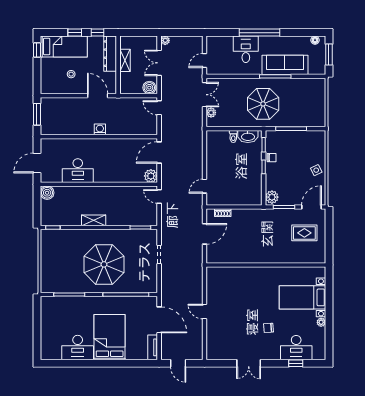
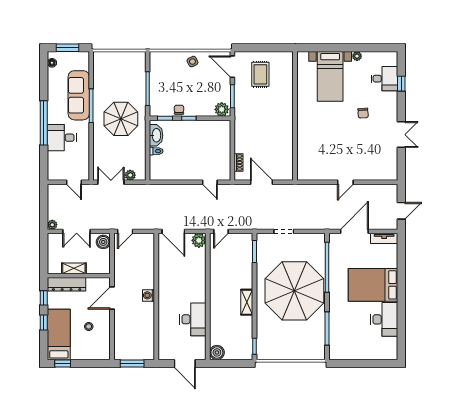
parasol: (104, 264) -> (294, 291), width x1.36, depth x1.36
desk: (296, 348) -> (384, 79), width x0.73

